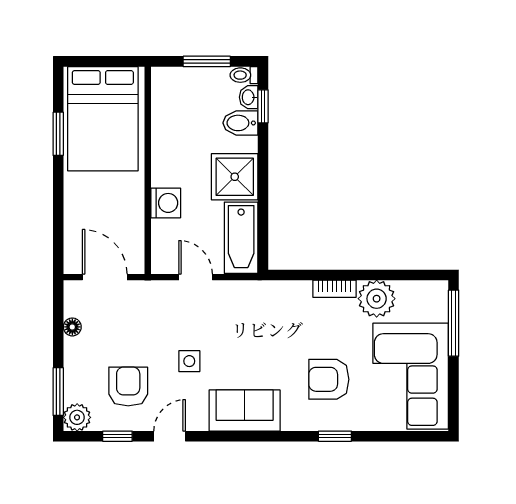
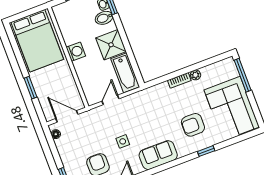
window: (58, 134) -> (30, 88), moved
washing machine: (166, 203) -> (76, 52), moved
door: (196, 277) -> (110, 100), hinge flipped
plant: (377, 299) -> (196, 75), width x0.53, depth x0.53
floor lamp: (72, 327) -> (56, 134), moved

